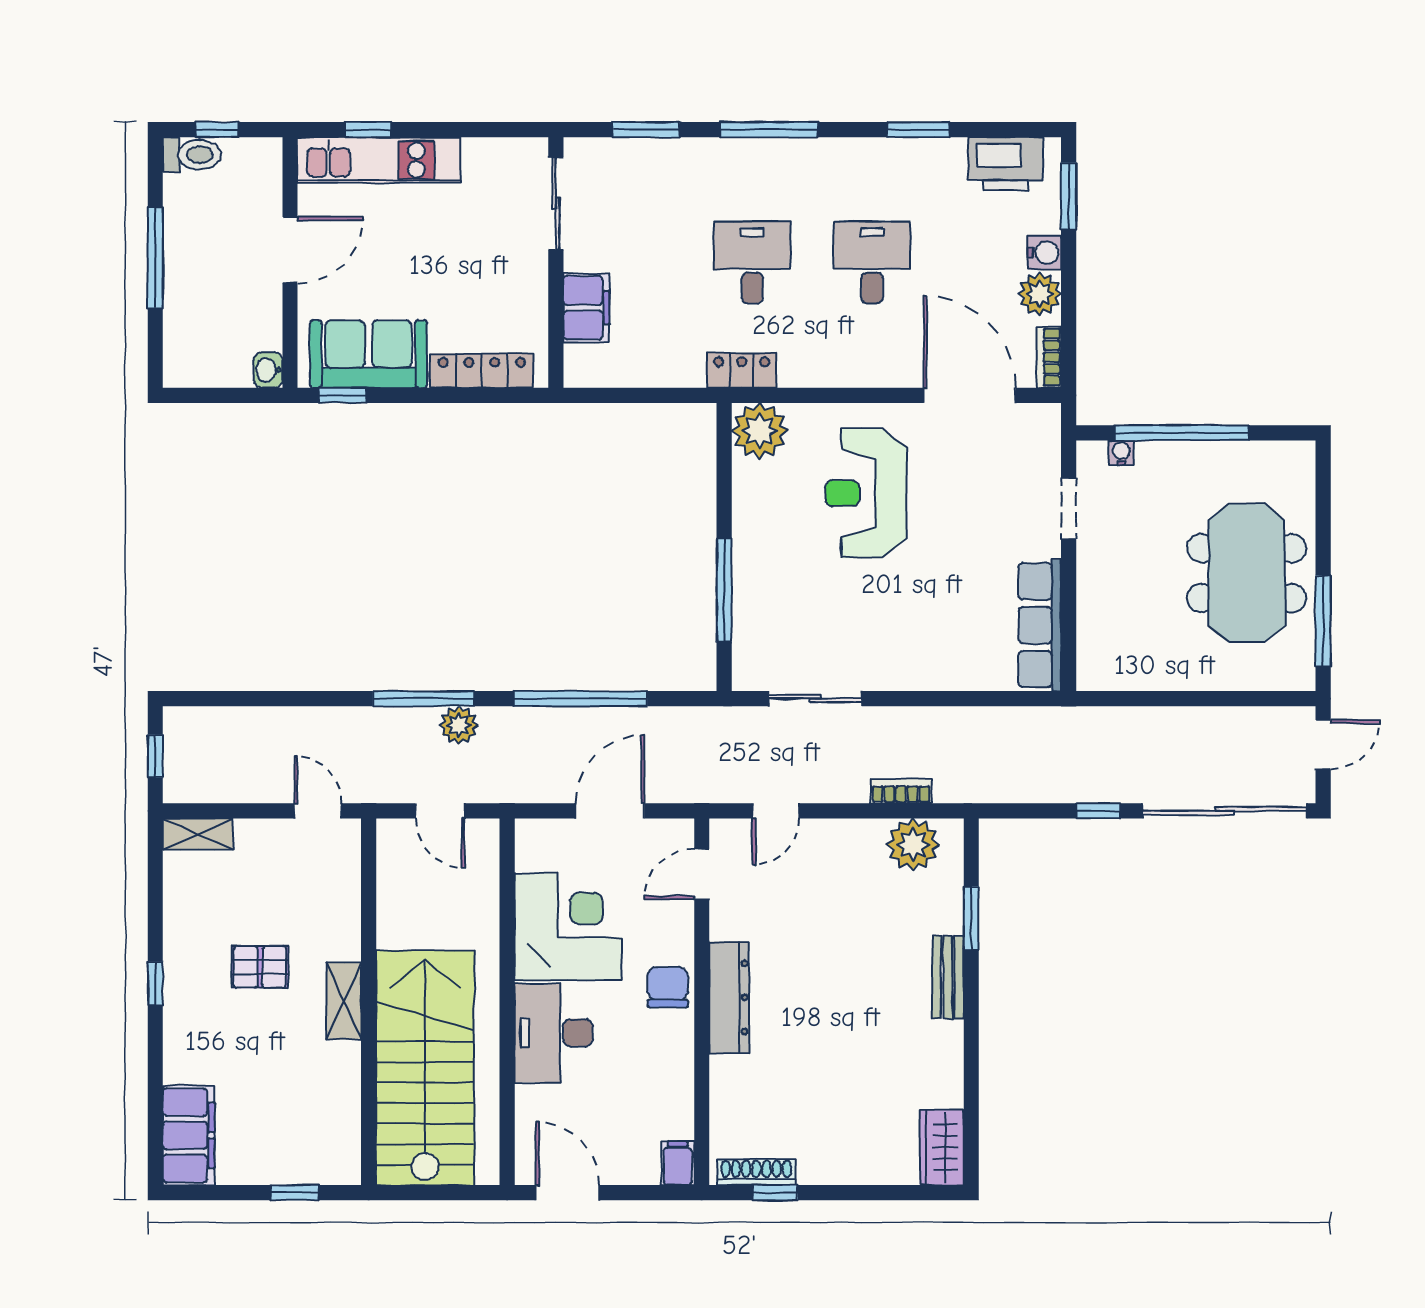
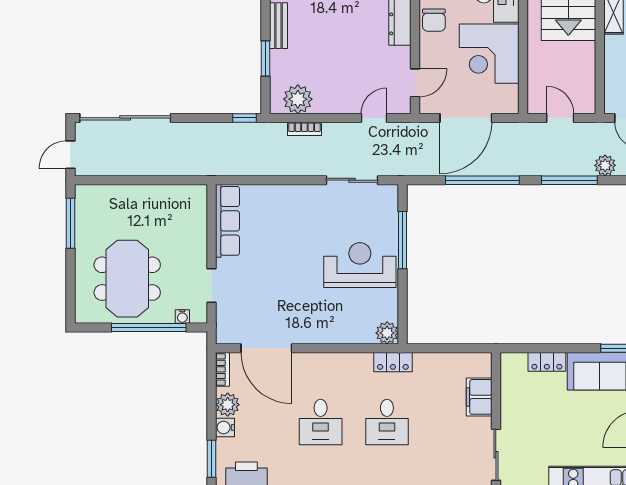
locker: (482, 371) -> (547, 362), width x0.66
plant: (760, 431) -> (387, 333), width x0.73, depth x0.73
reception desk: (866, 493) -> (360, 265), moved, turned -90
meeting table: (1247, 573) -> (127, 279), moved
plant: (459, 725) -> (605, 165), moved
door: (610, 811) -> (466, 118), width x1.36
window: (1098, 811) -> (245, 118), moved

